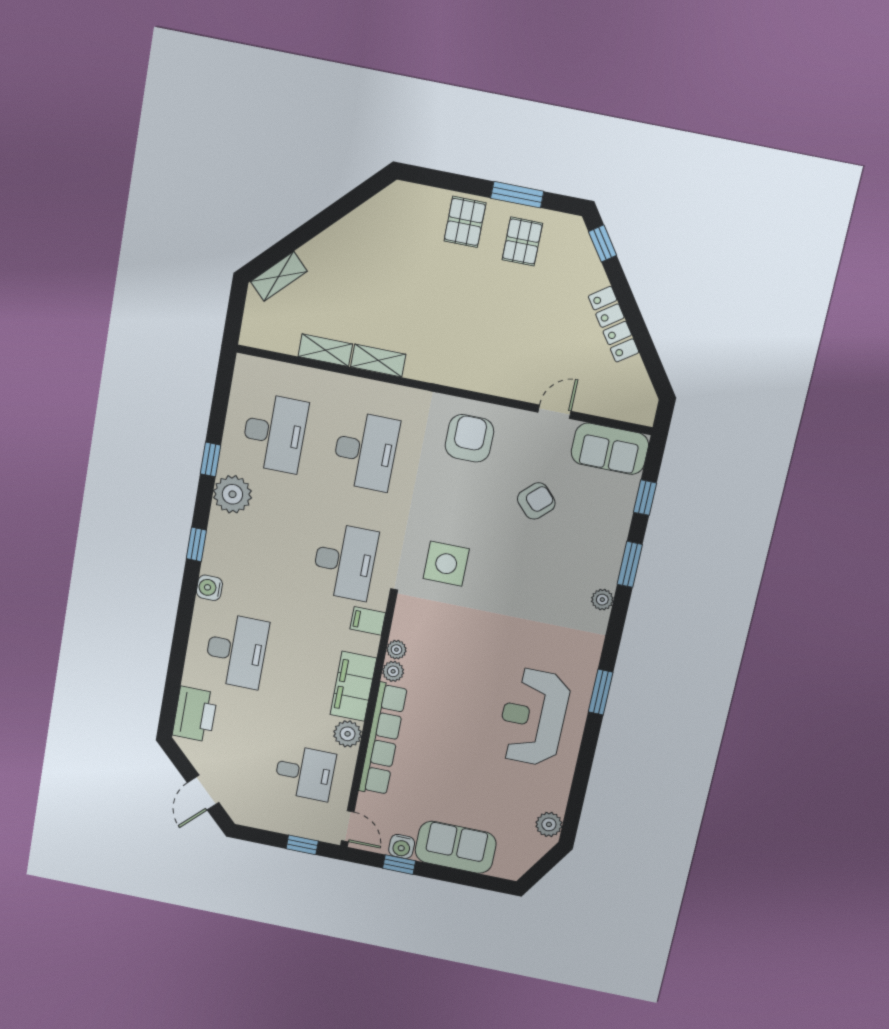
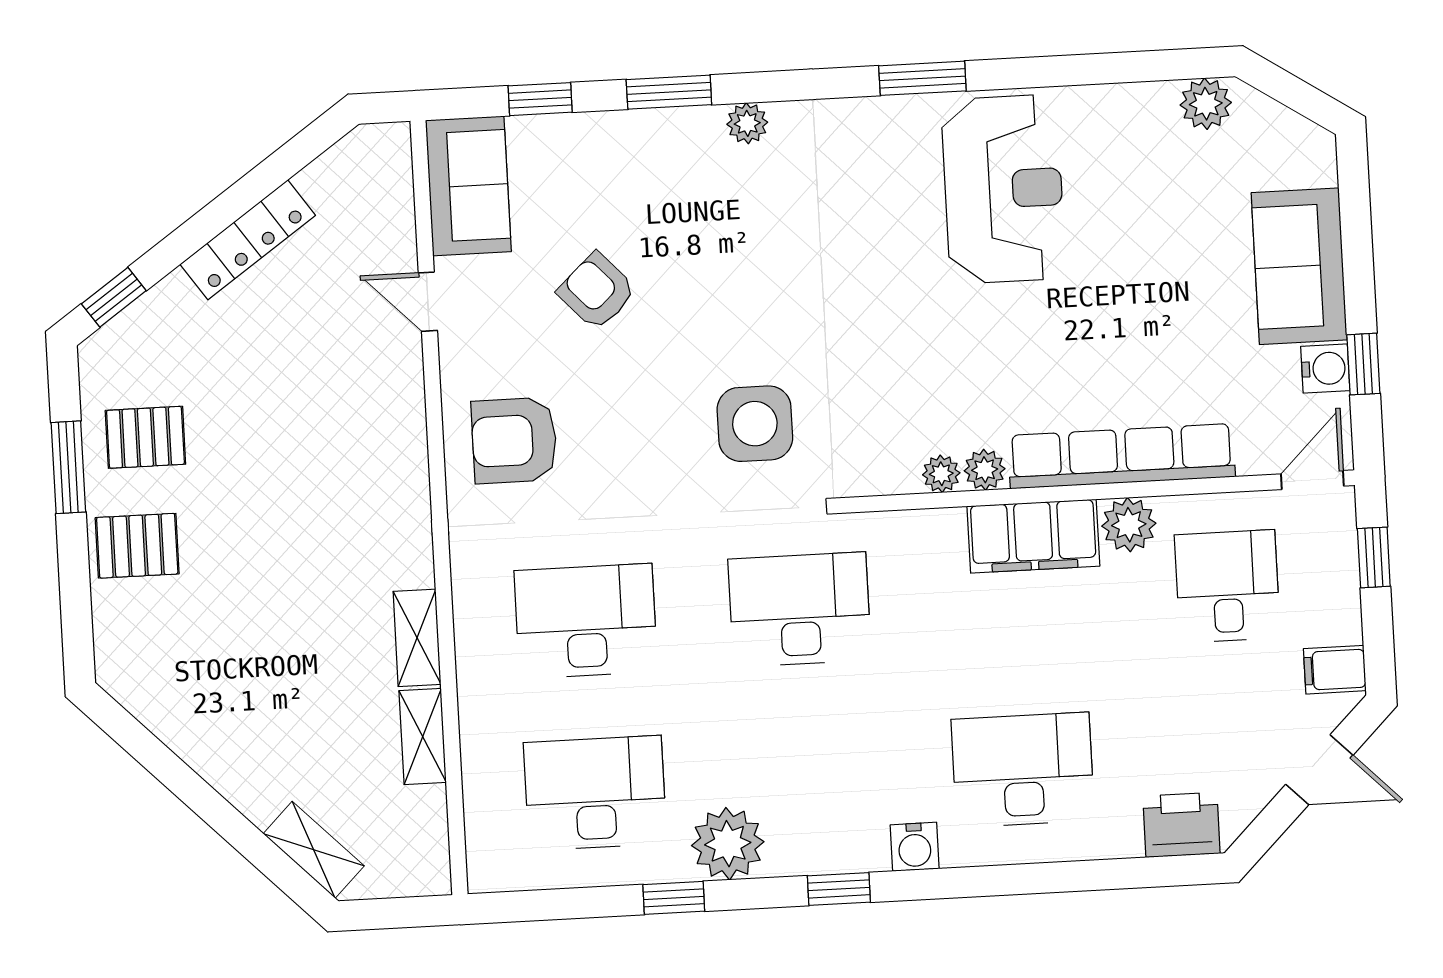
filing cabinet: (368, 621) -> (1335, 670), moved, turned 90
printer: (195, 714) -> (1181, 825), width x0.73, depth x0.84
reception desk: (533, 717) -> (1003, 189), turned -90

